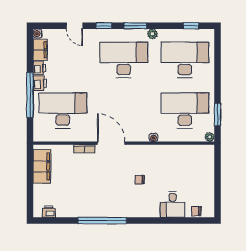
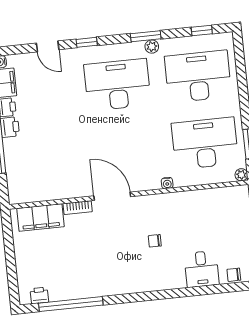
window: (135, 26) -> (146, 36), moved
desk: (63, 111) -> (44, 160), removed
filing cabinet: (42, 166) -> (40, 218), moved, turned 90
window: (102, 221) -> (71, 304), moved

